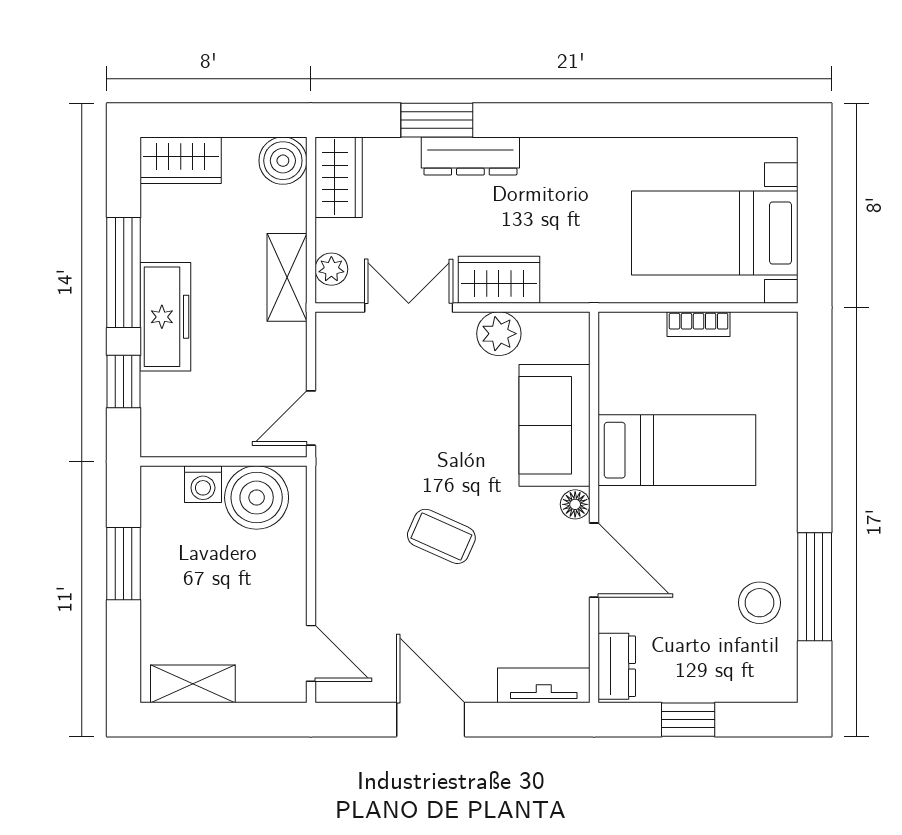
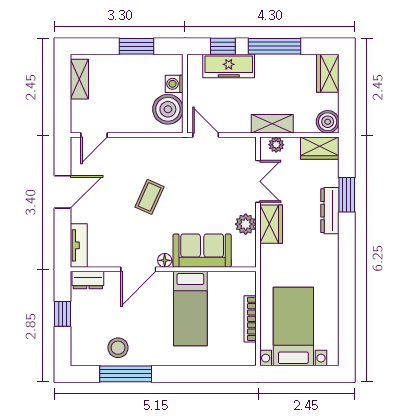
freezer: (165, 317) -> (229, 66), moved
bookcase: (699, 324) -> (250, 319), width x1.56

